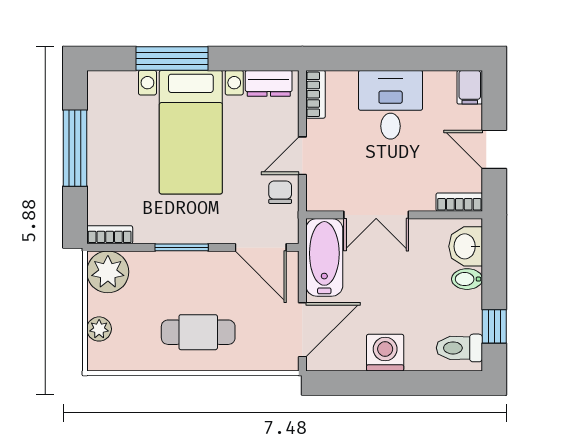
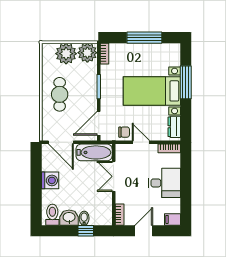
washbasin: (466, 246) -> (69, 218), moved
window: (494, 326) -> (86, 231), moved
plant: (99, 329) -> (66, 54), width x1.87, depth x1.87

